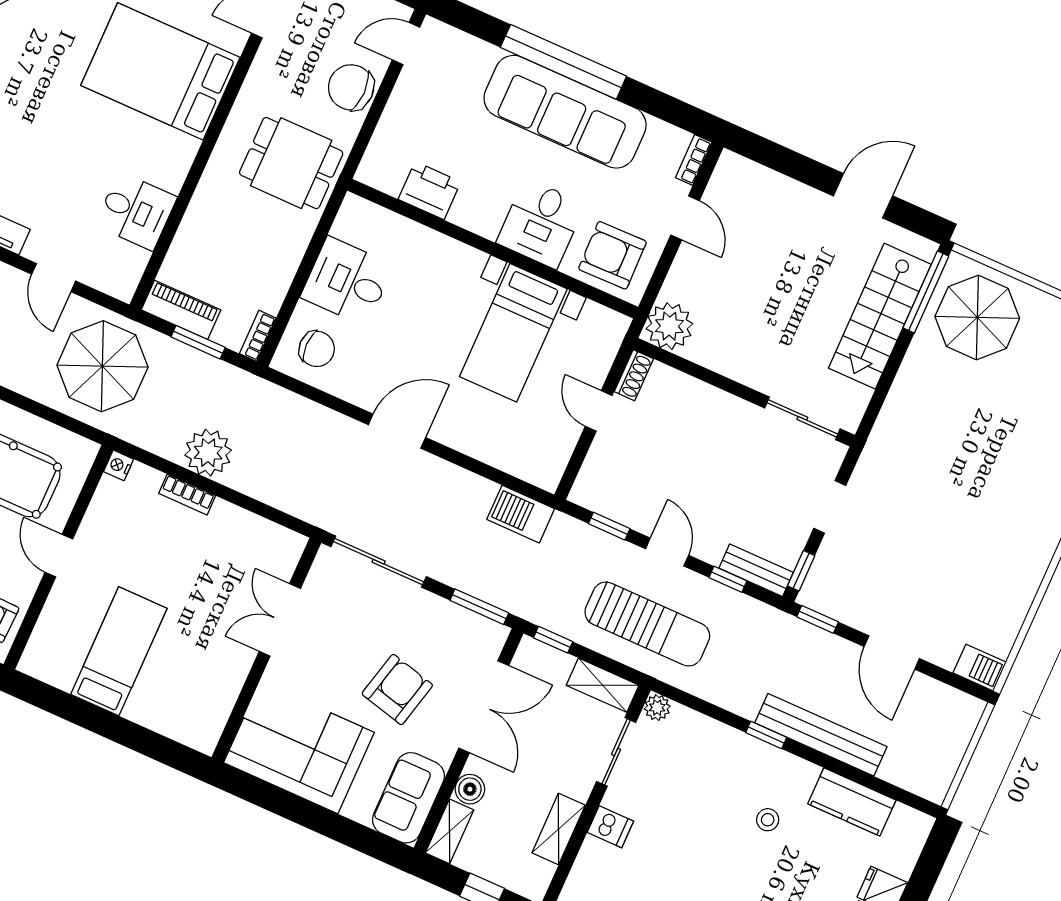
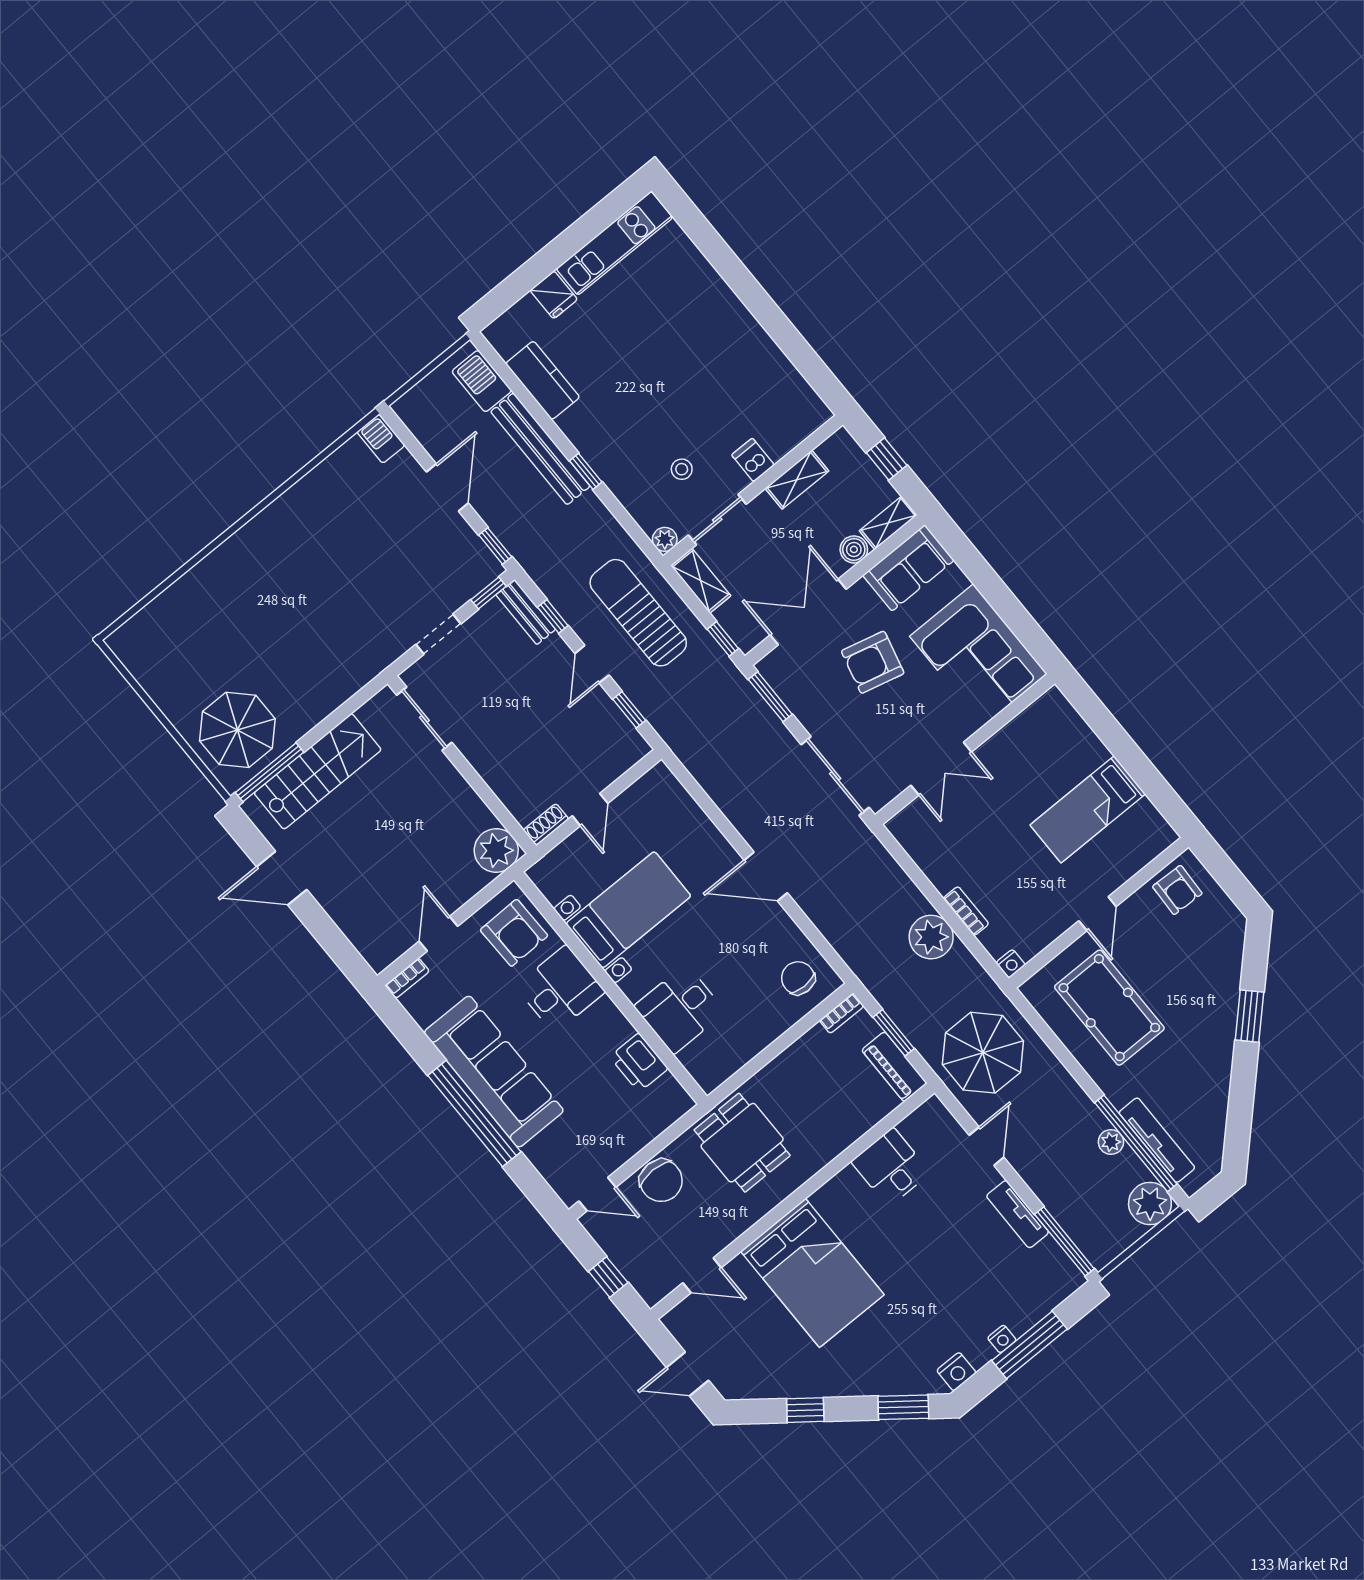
desk: (347, 281) -> (680, 1009), moved, turned 90
barbecue: (521, 514) -> (482, 381), moved, turned 180
stool: (768, 820) -> (682, 469), moved

